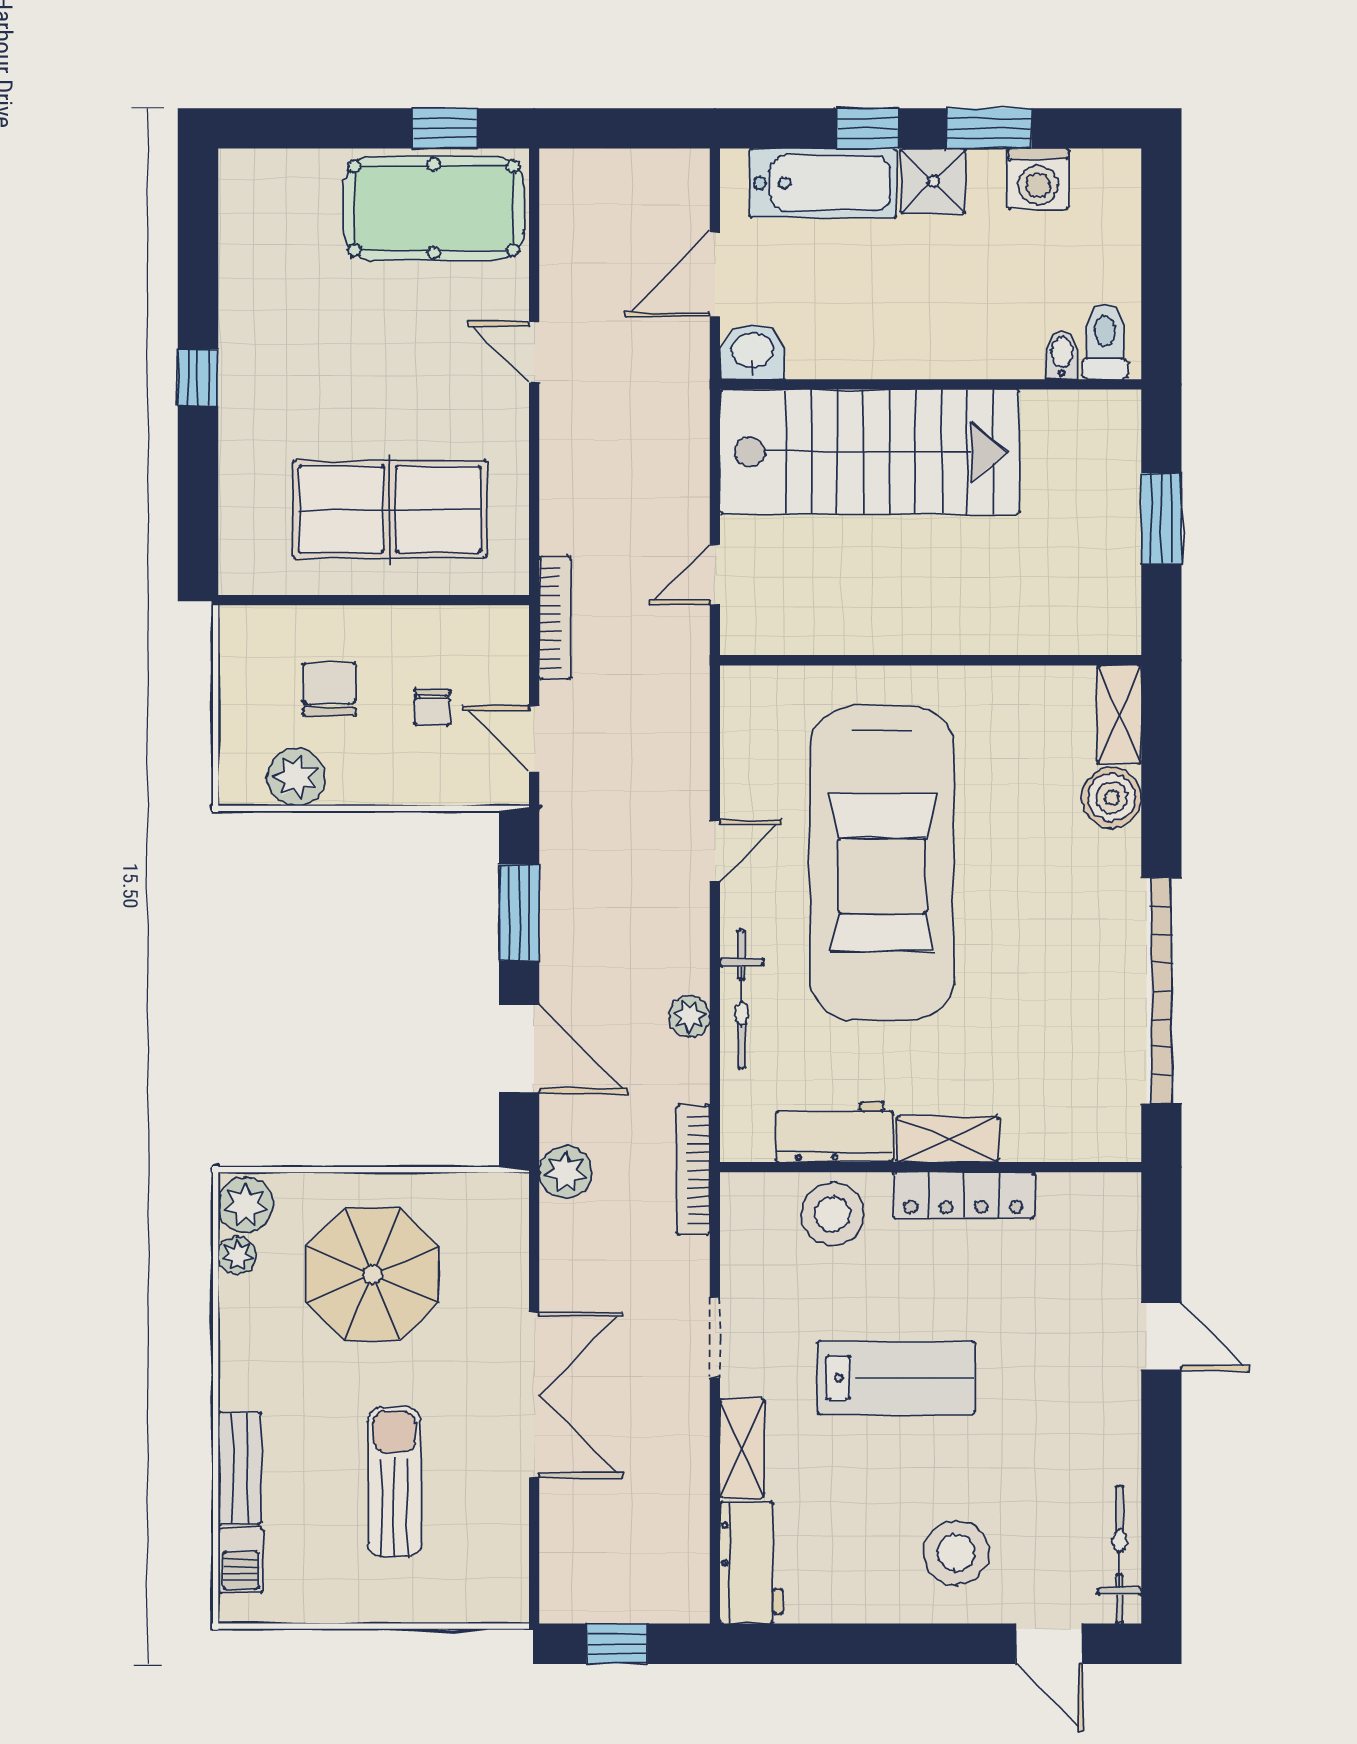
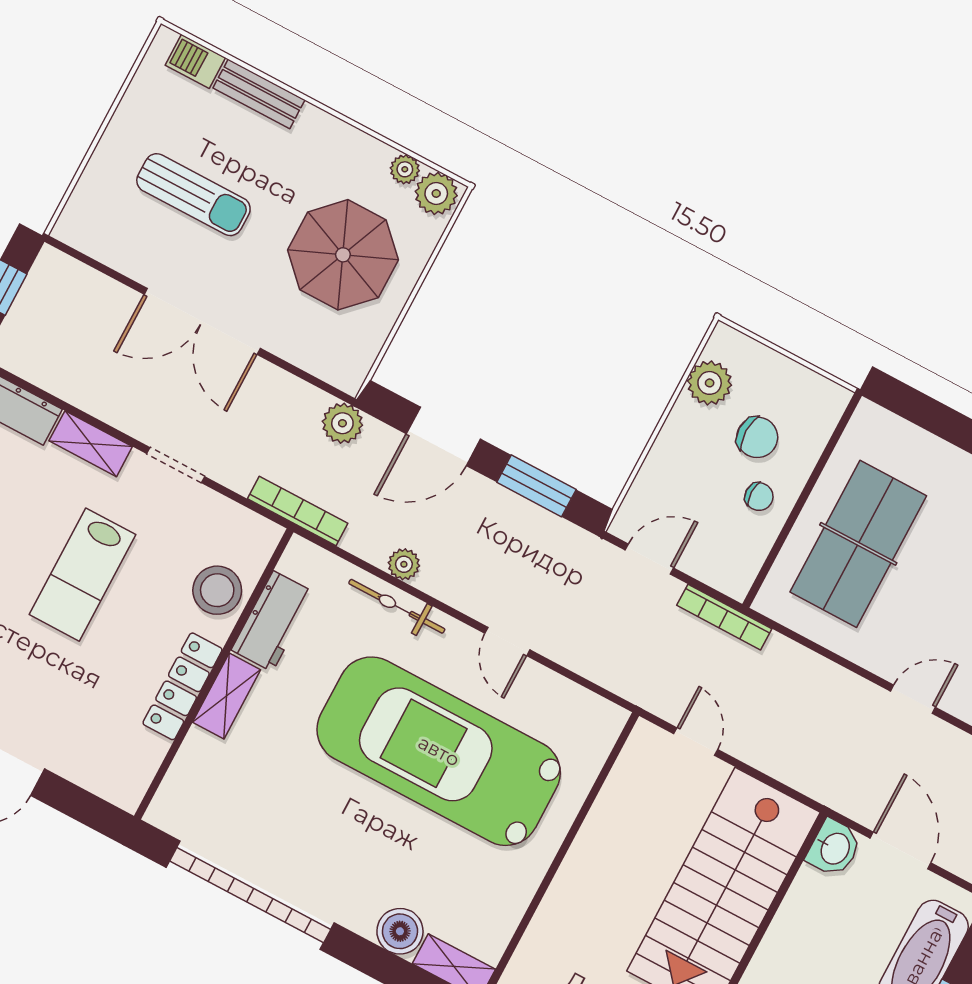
chair: (432, 707) -> (759, 497), moved, turned 180

